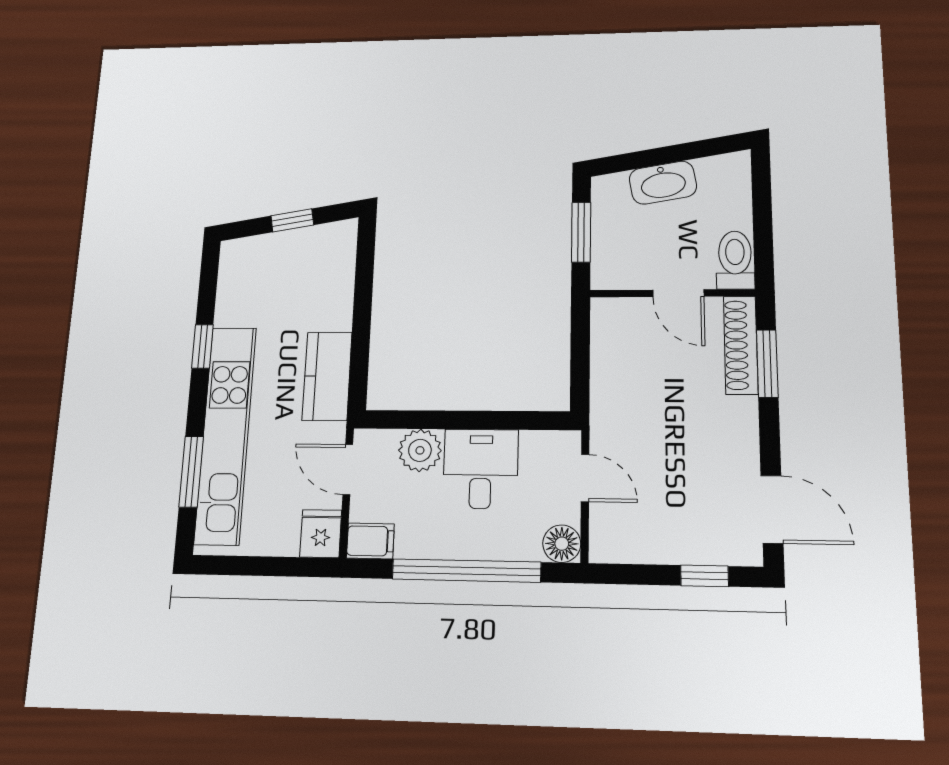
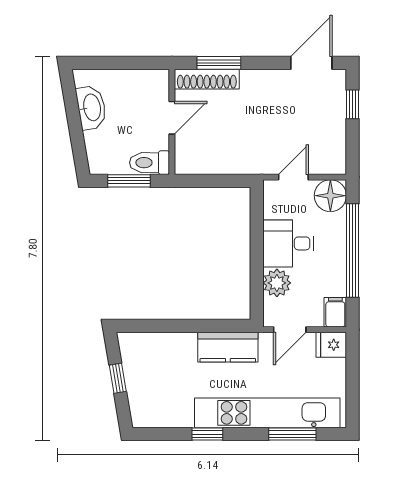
washbasin: (663, 183) -> (91, 108), moved
toilet: (735, 260) -> (150, 163), moved
floor lamp: (562, 544) -> (330, 196), width x1.38, depth x1.38

